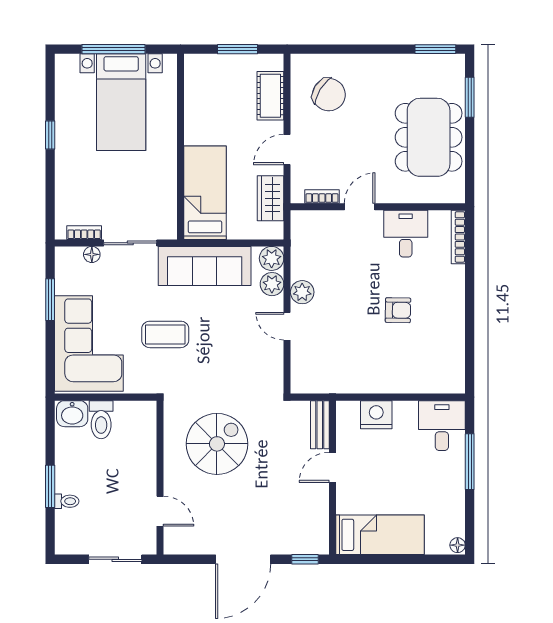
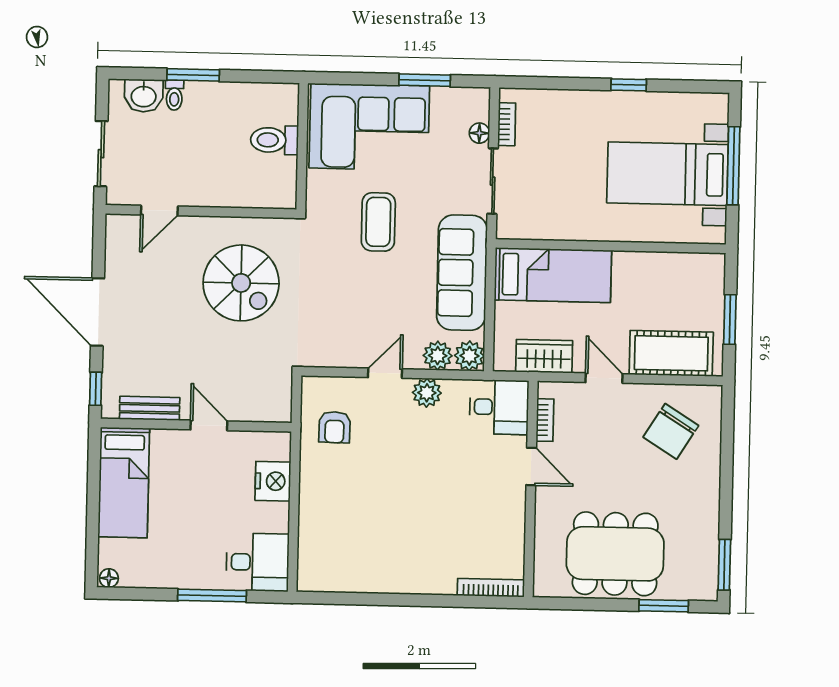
cot: (270, 96) -> (671, 353), width x1.37, depth x1.34
desk: (406, 234) -> (499, 407), moved
armchair: (398, 310) -> (335, 427), moved
washbasin: (72, 414) -> (144, 96), moved, turned -90
bench: (320, 425) -> (150, 408), moved

